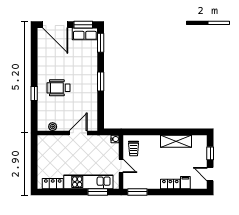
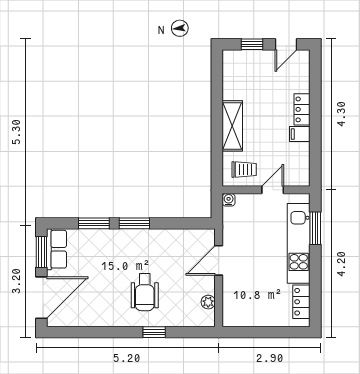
window: (101, 43) -> (94, 223), moved
door: (78, 133) -> (219, 260), hinge flipped
shelving: (176, 141) -> (232, 126), moved
filing cabinet: (185, 183) -> (300, 134), moved
window: (137, 192) -> (315, 163), removed

